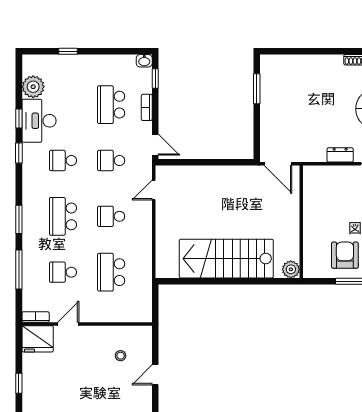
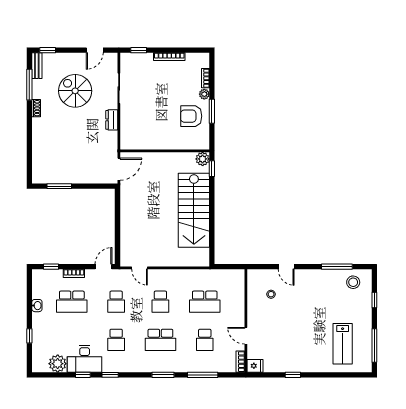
washbasin: (144, 61) -> (37, 306), moved
window: (279, 281) -> (212, 169), added
fridge: (38, 339) -> (255, 366), width x0.53, depth x0.75

